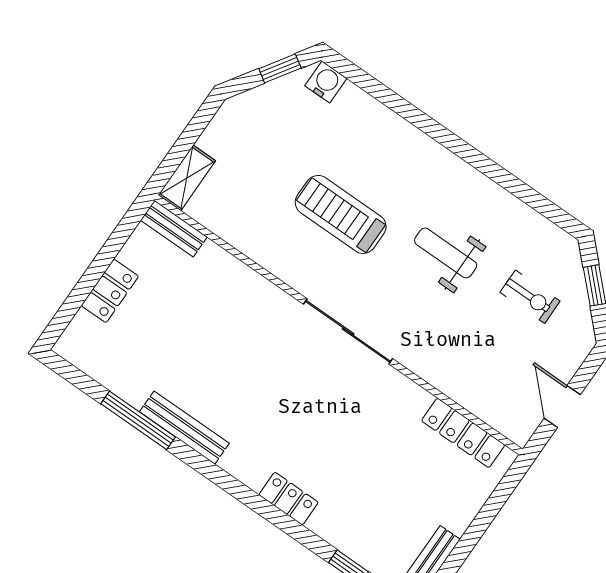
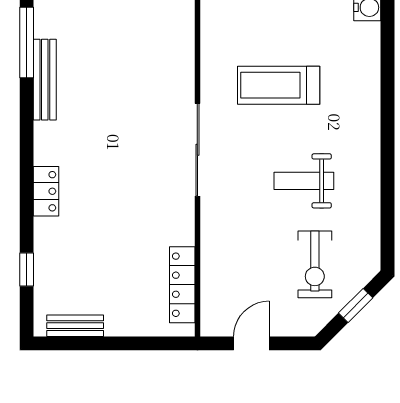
treadmill: (341, 214) -> (279, 85), turned -90
weight bench: (446, 253) -> (304, 181), turned -90
exercise bike: (530, 297) -> (315, 264), width x1.38, depth x1.39

